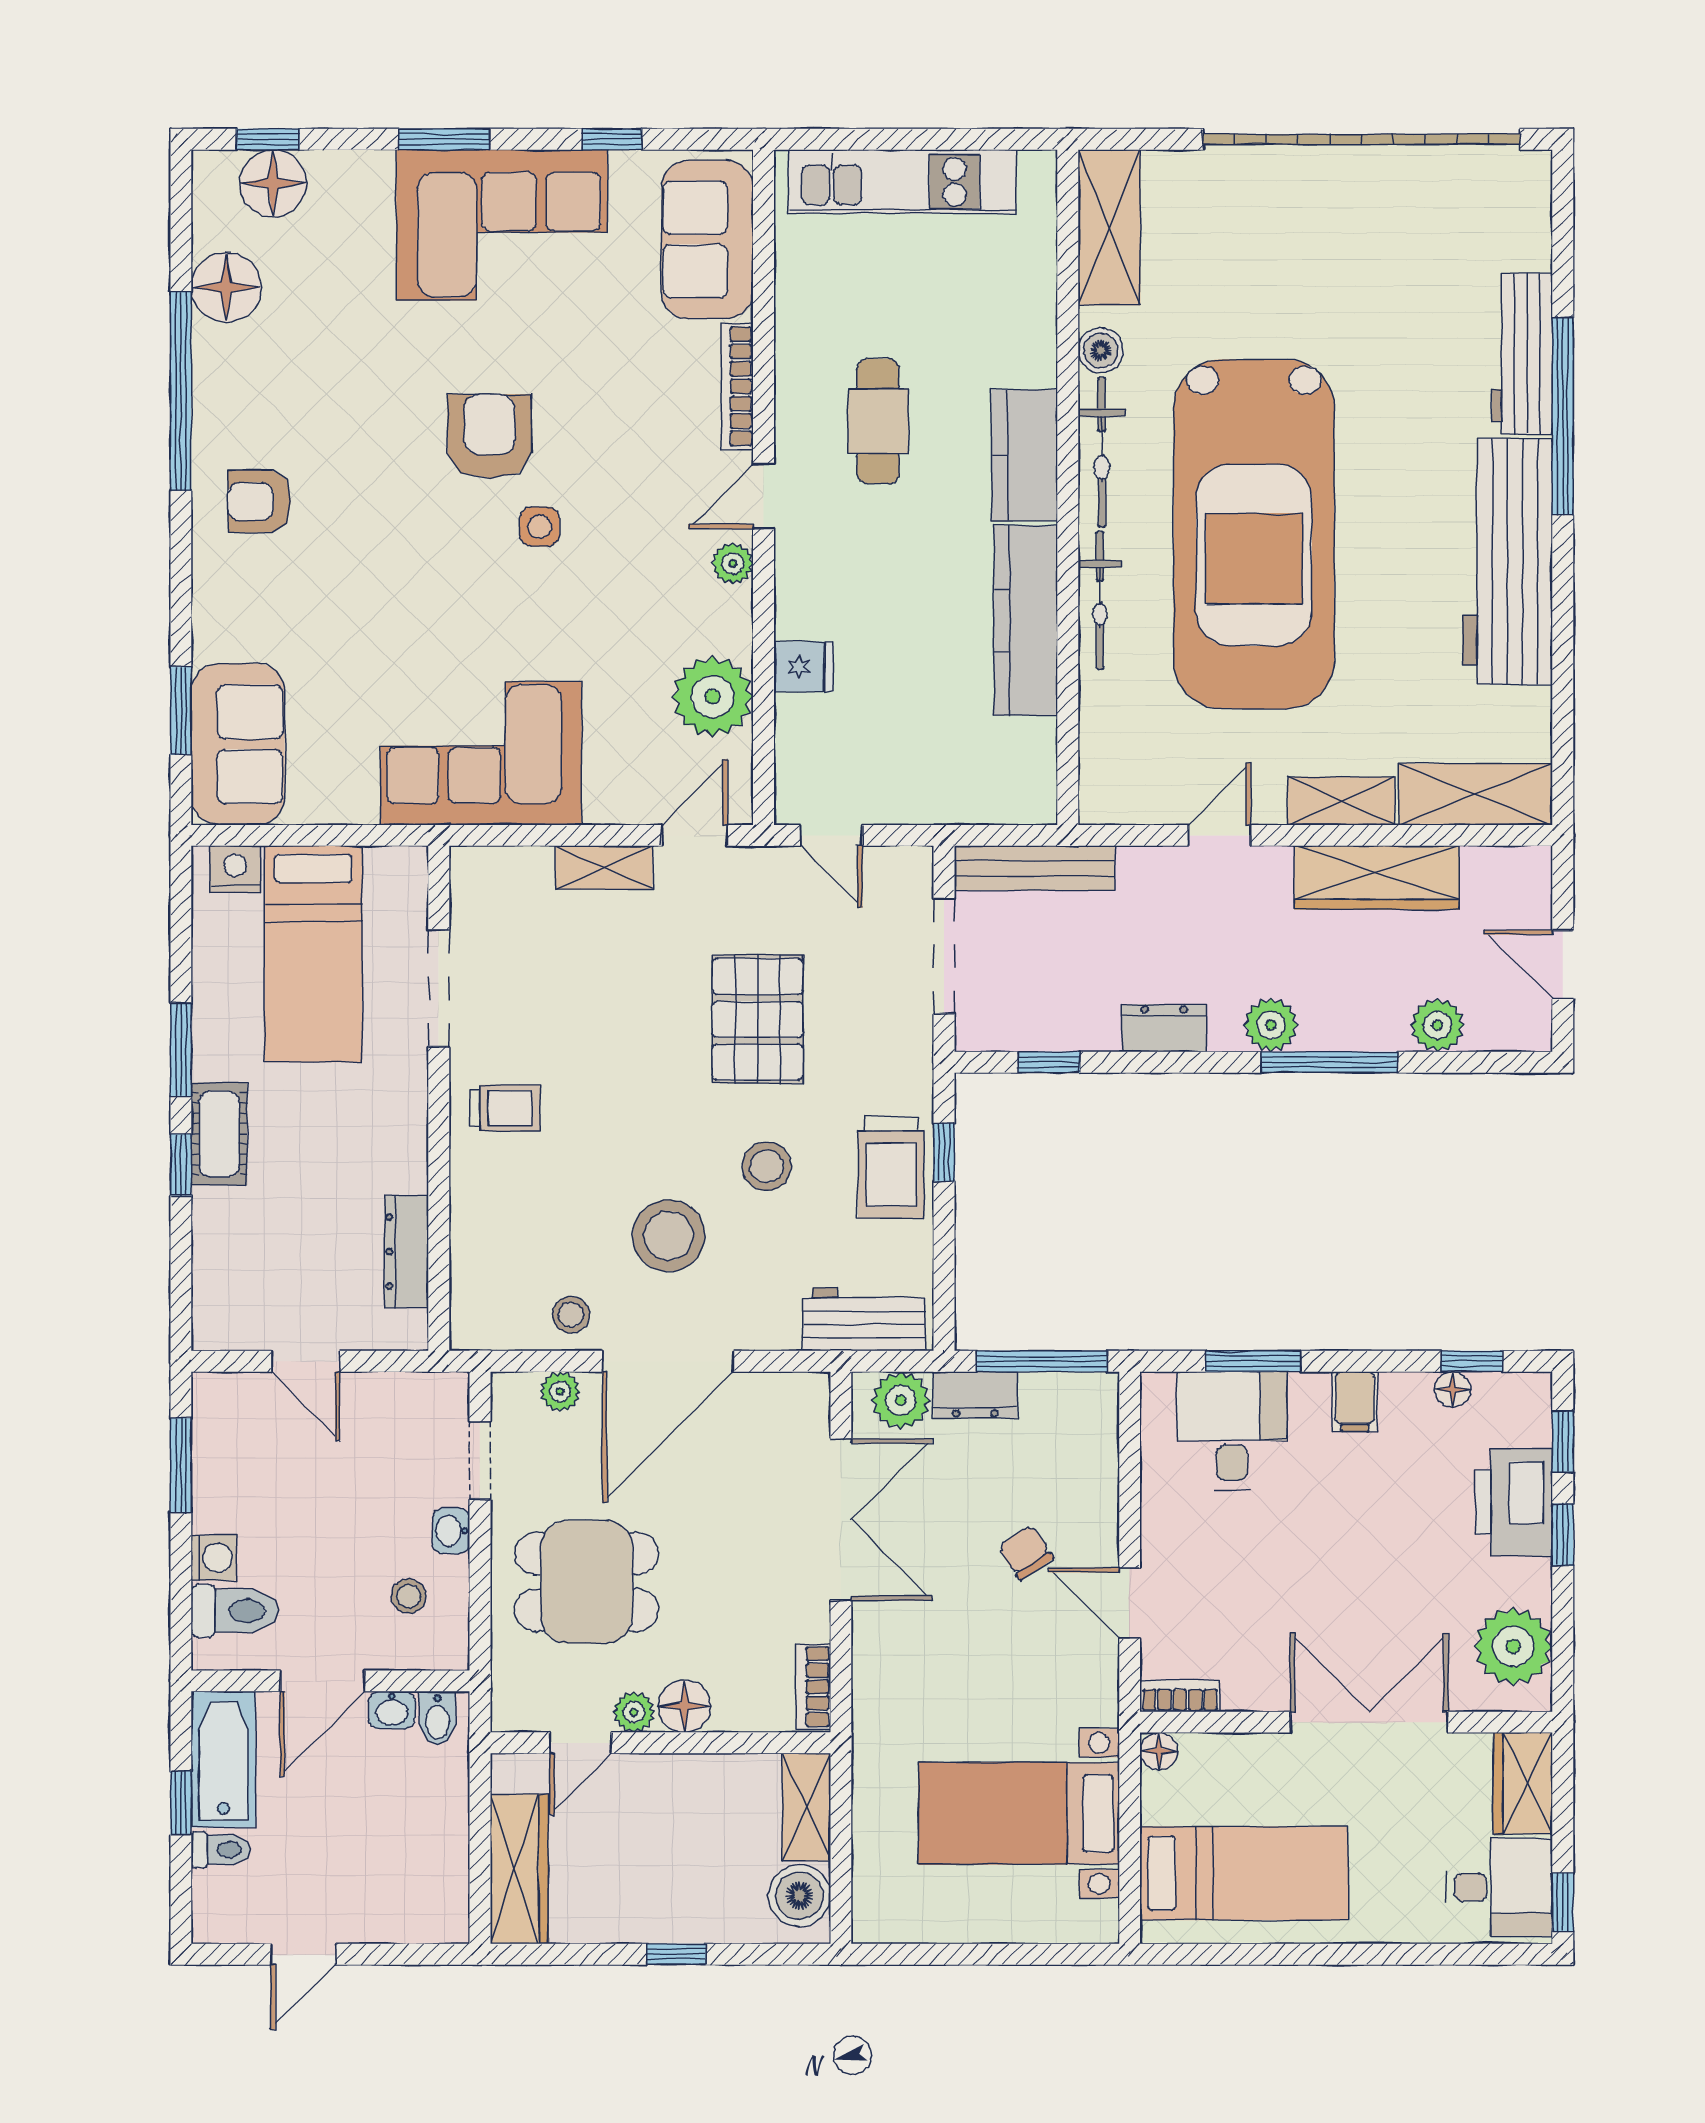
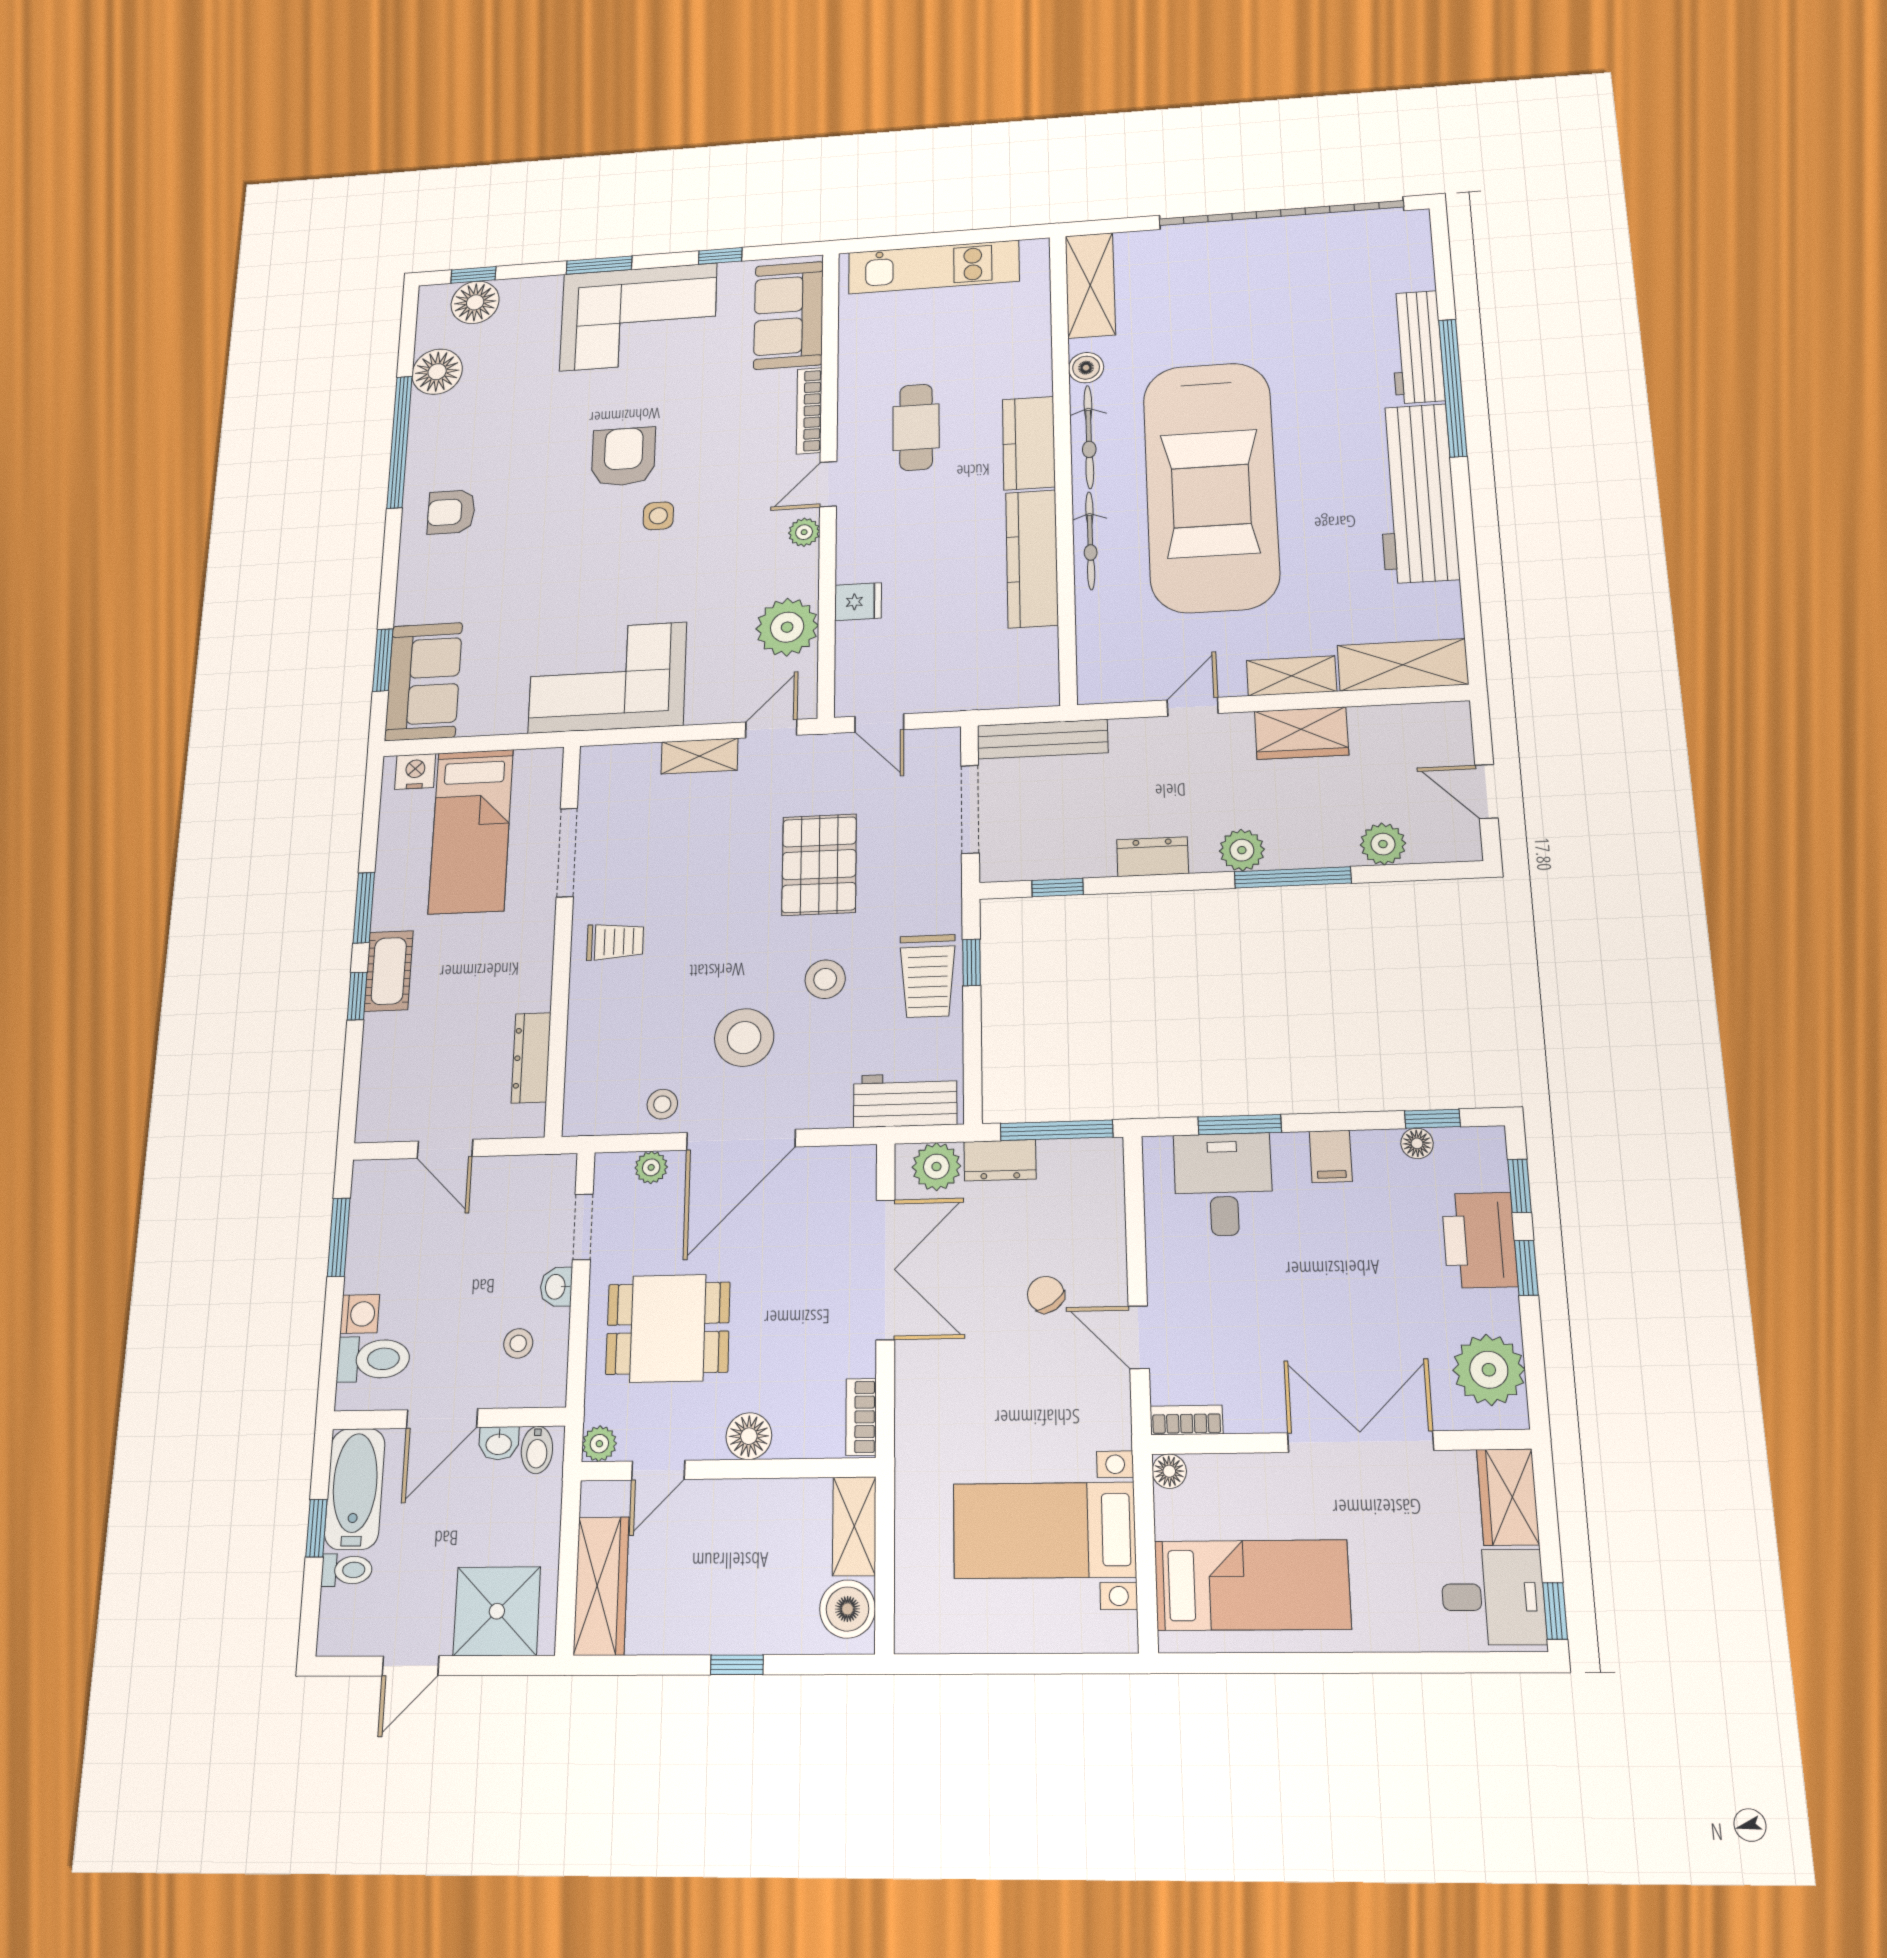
wardrobe: (1377, 877) -> (1301, 733), width x0.67
plant: (634, 1712) -> (599, 1444), moved
shower: (400, 1896) -> (497, 1611), added

